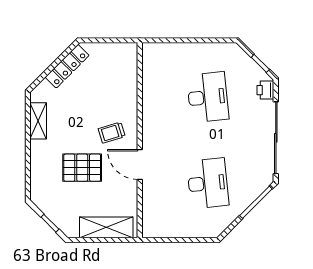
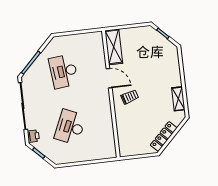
desk: (208, 97) -> (70, 127), turned 30
pallet: (82, 168) -> (146, 72), removed
shelving: (106, 227) -> (114, 47), moved, turned 90

